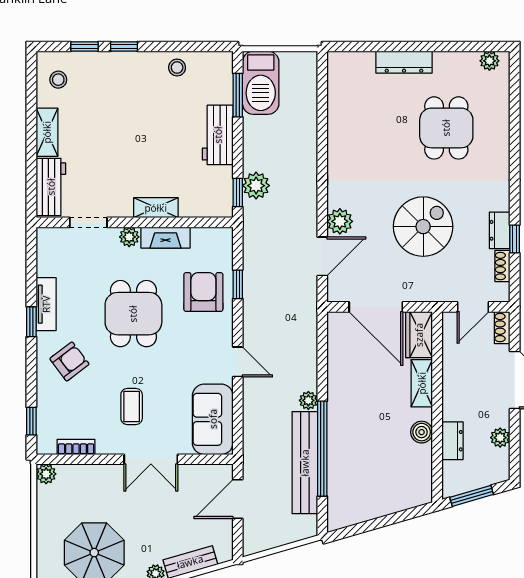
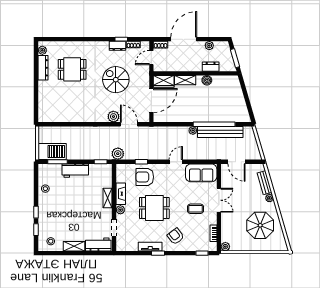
dresser: (404, 62) -> (43, 68), moved
plant: (256, 186) -> (118, 154), moved
door: (473, 307) -> (151, 58), swing flipped

